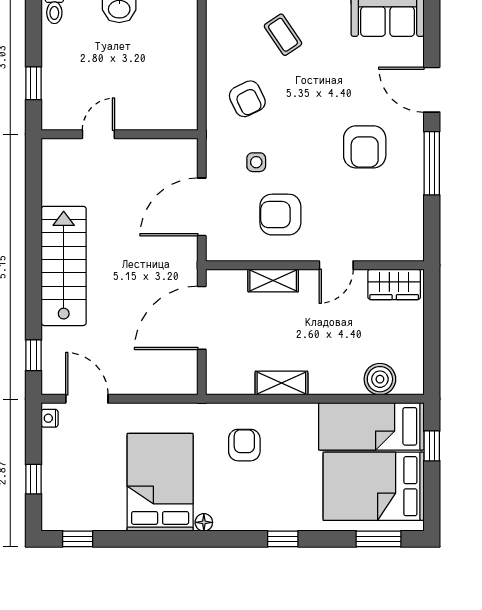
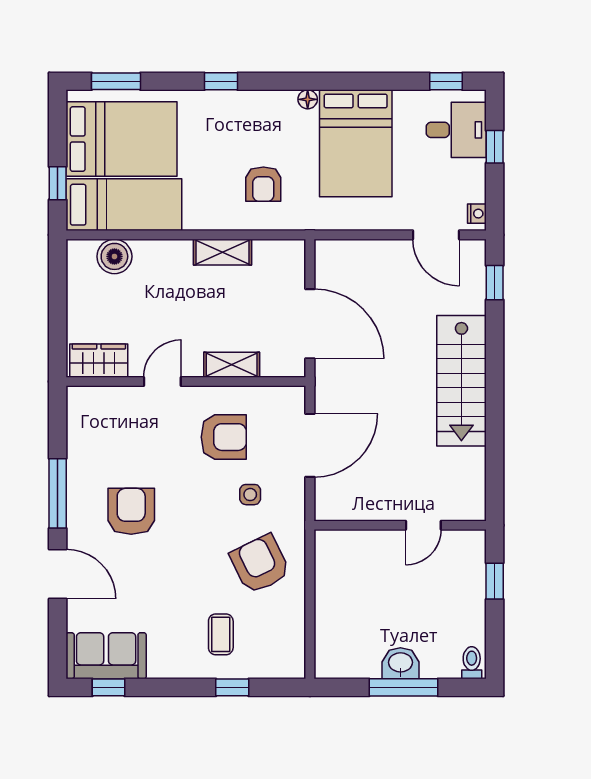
coffee table: (283, 35) -> (221, 634), turned 34
armchair: (247, 99) -> (260, 564), width x1.38, depth x1.38
door: (202, 318) -> (310, 324), hinge flipped
desk: (68, 495) -> (456, 130), added

